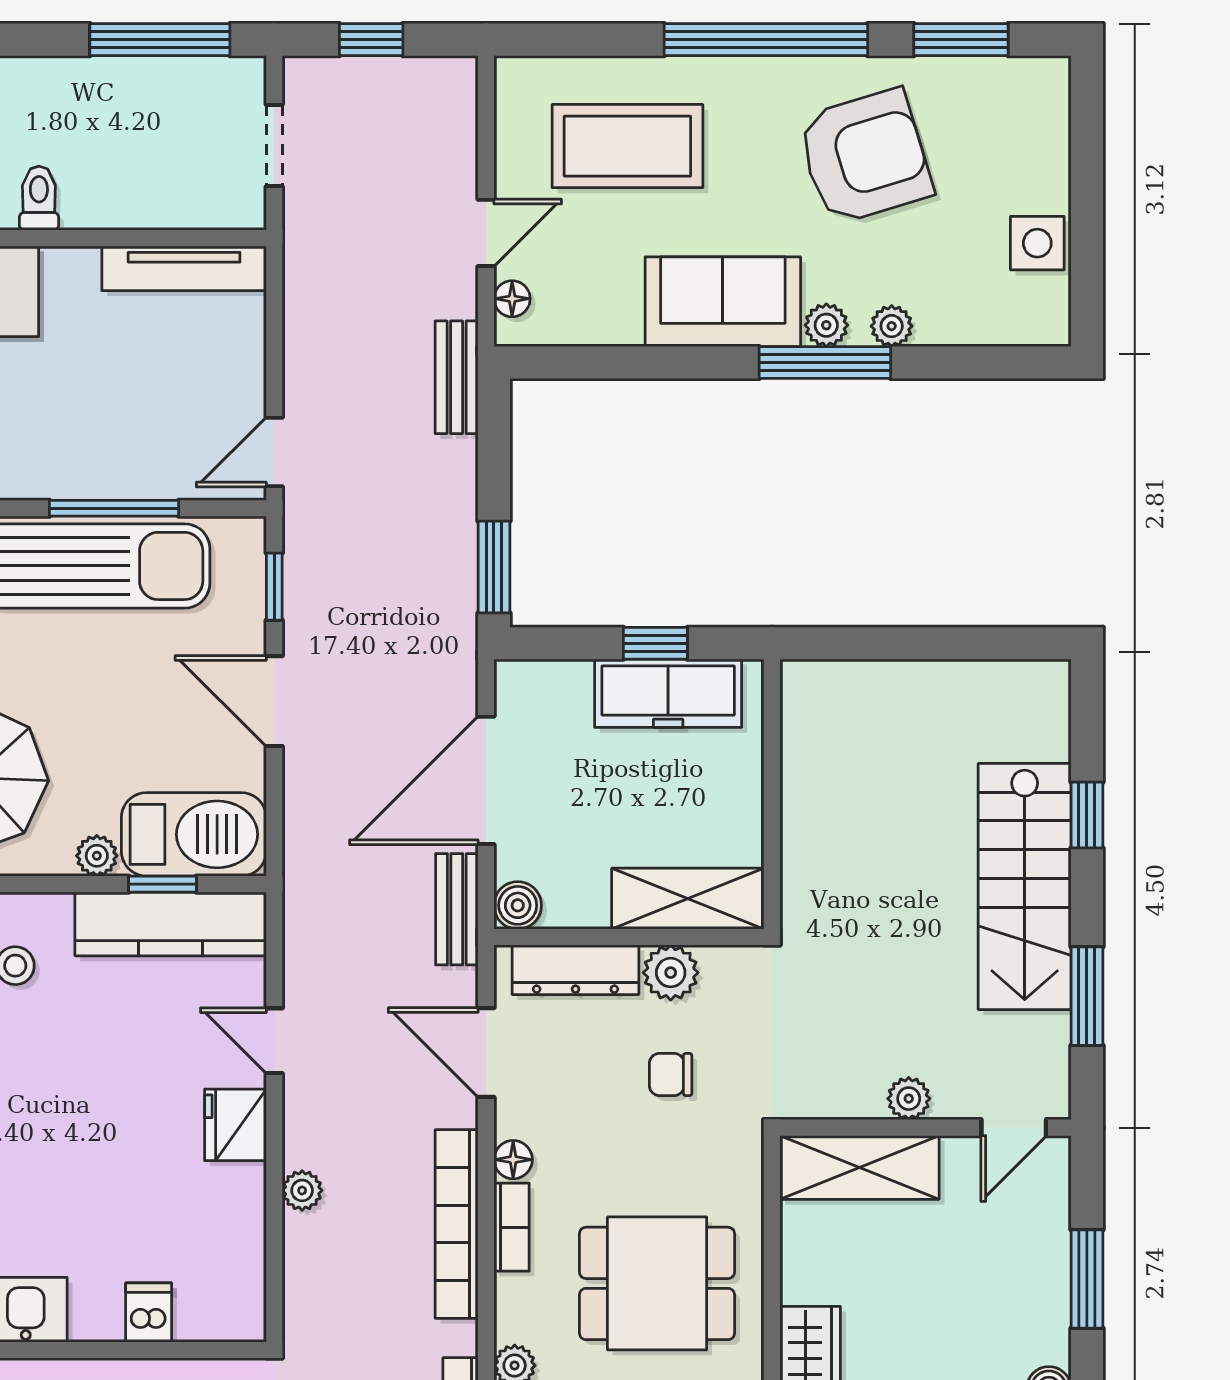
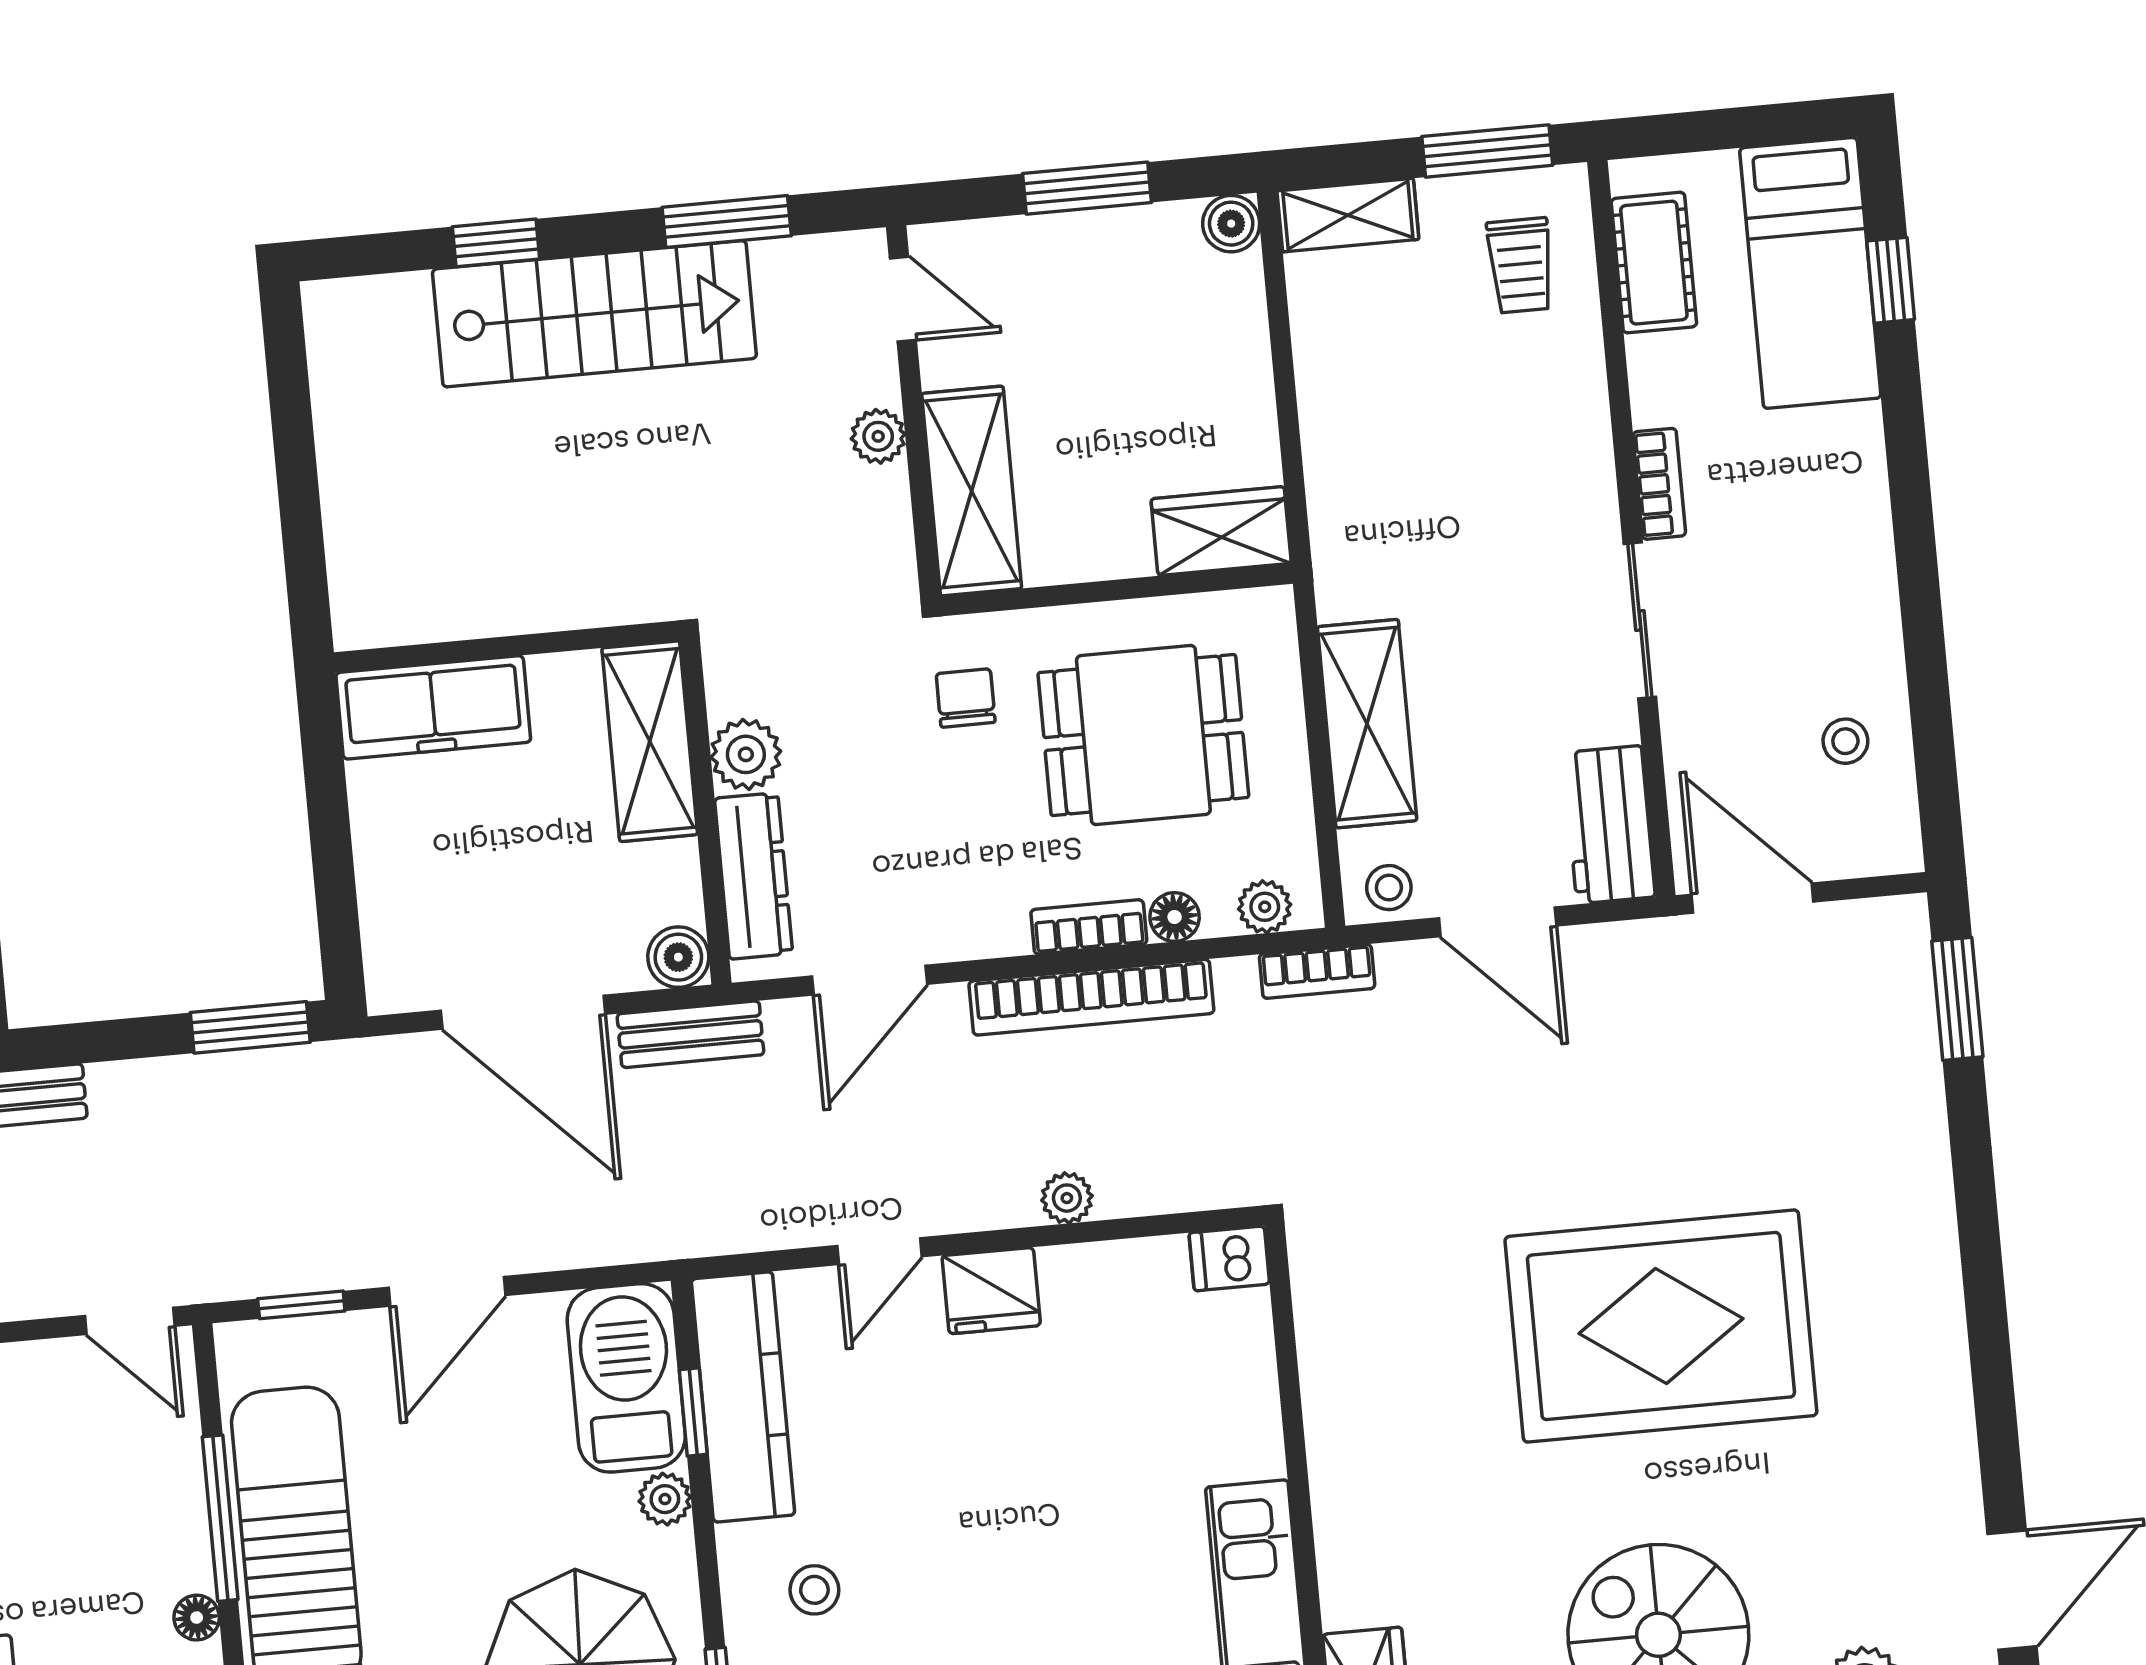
floor lamp: (38, 483) -> (197, 1618), added
window: (655, 643) -> (328, 813), removed
freezer: (668, 693) -> (433, 707), moved, turned 90
chair: (671, 1074) -> (966, 698), moved, turned 180
floor lamp: (513, 1160) -> (1175, 917), moved
dining table: (657, 1283) -> (1143, 735), turned 90
dishwasher: (149, 1313) -> (1229, 1258), moved

